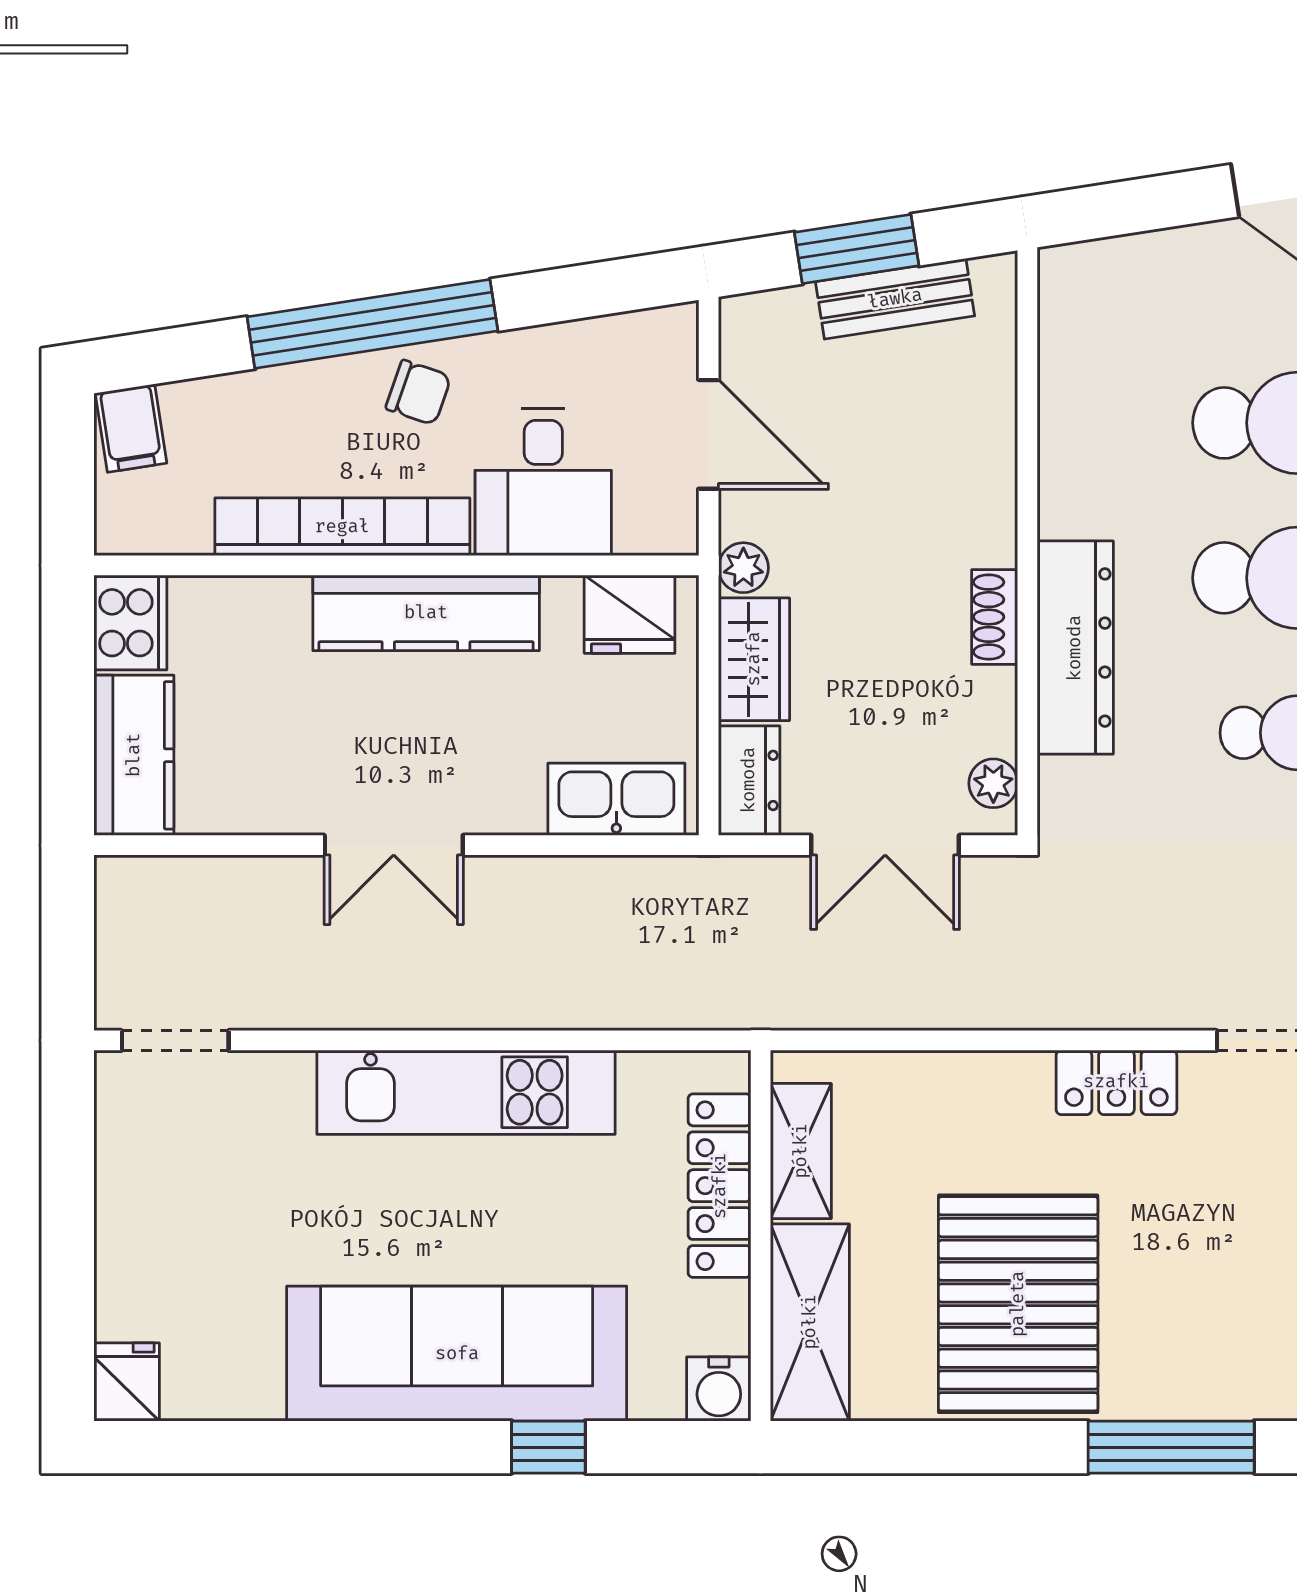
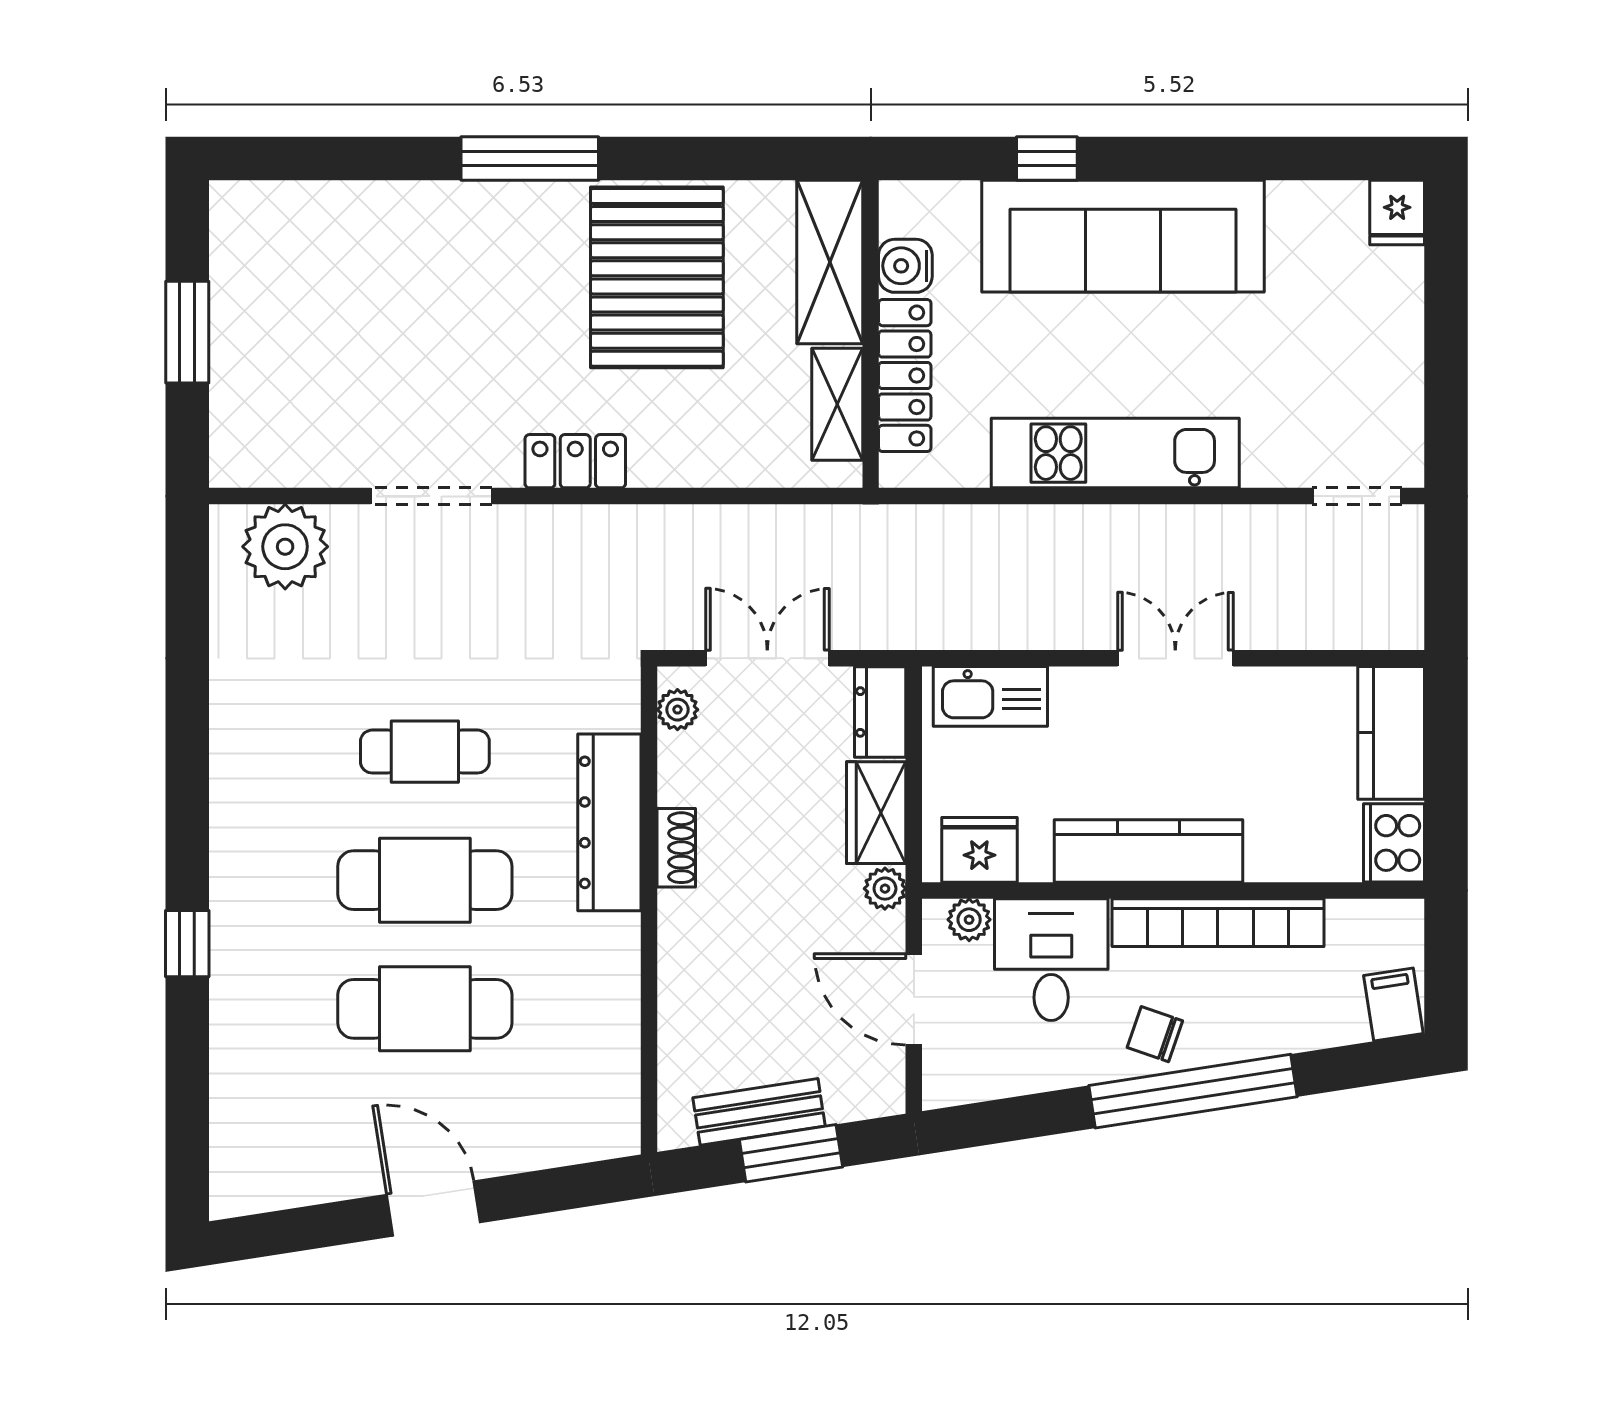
plant: (642, 530) -> (969, 920), added
water cooler: (719, 1389) -> (905, 266), moved, turned -90

